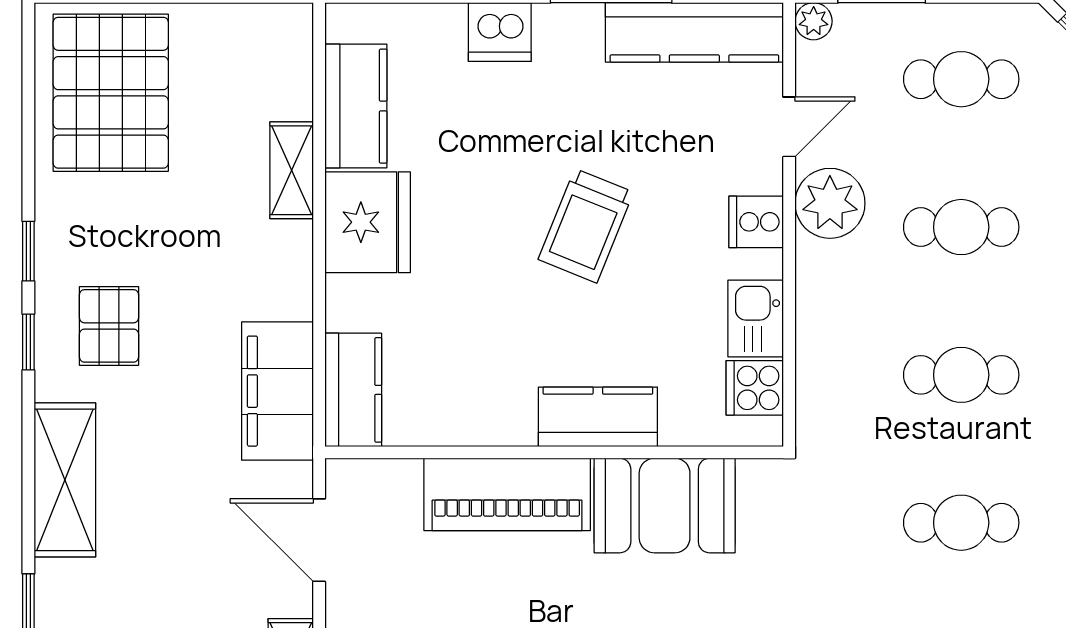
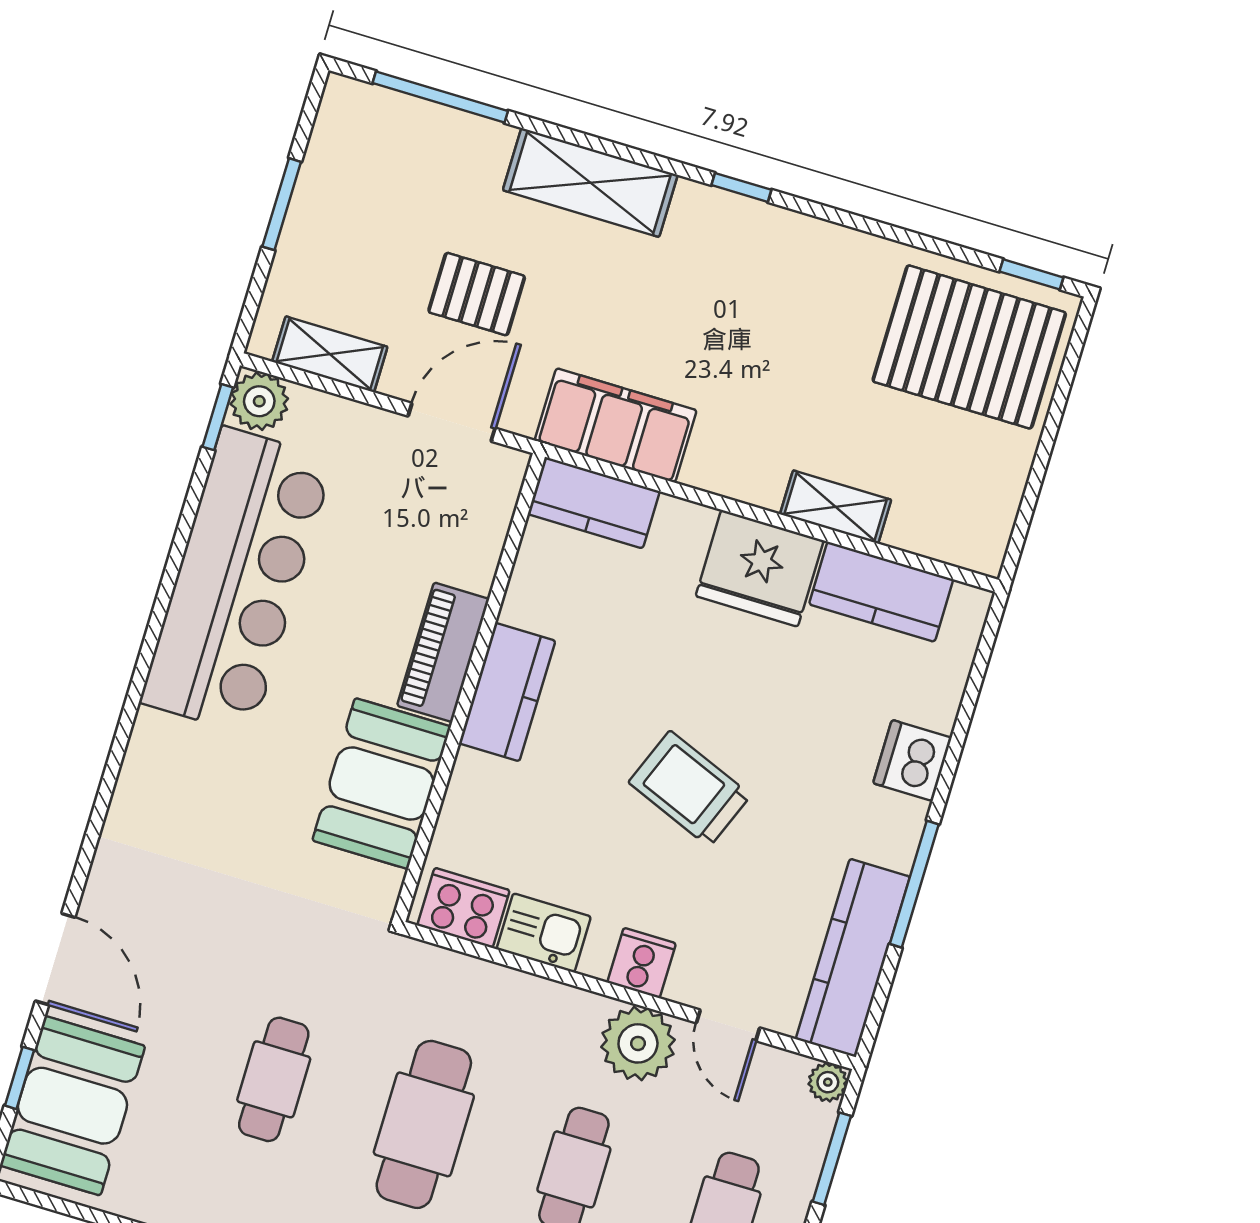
window: (28, 251) -> (1031, 274), moved
pallet: (109, 326) -> (477, 294), moved
cafe table: (961, 375) -> (424, 1124), width x1.37, depth x1.35
cooker: (755, 388) -> (464, 908), width x1.36
kitchen counter: (598, 417) -> (507, 692), moved
piano: (507, 494) -> (443, 652), width x0.73, depth x0.75

